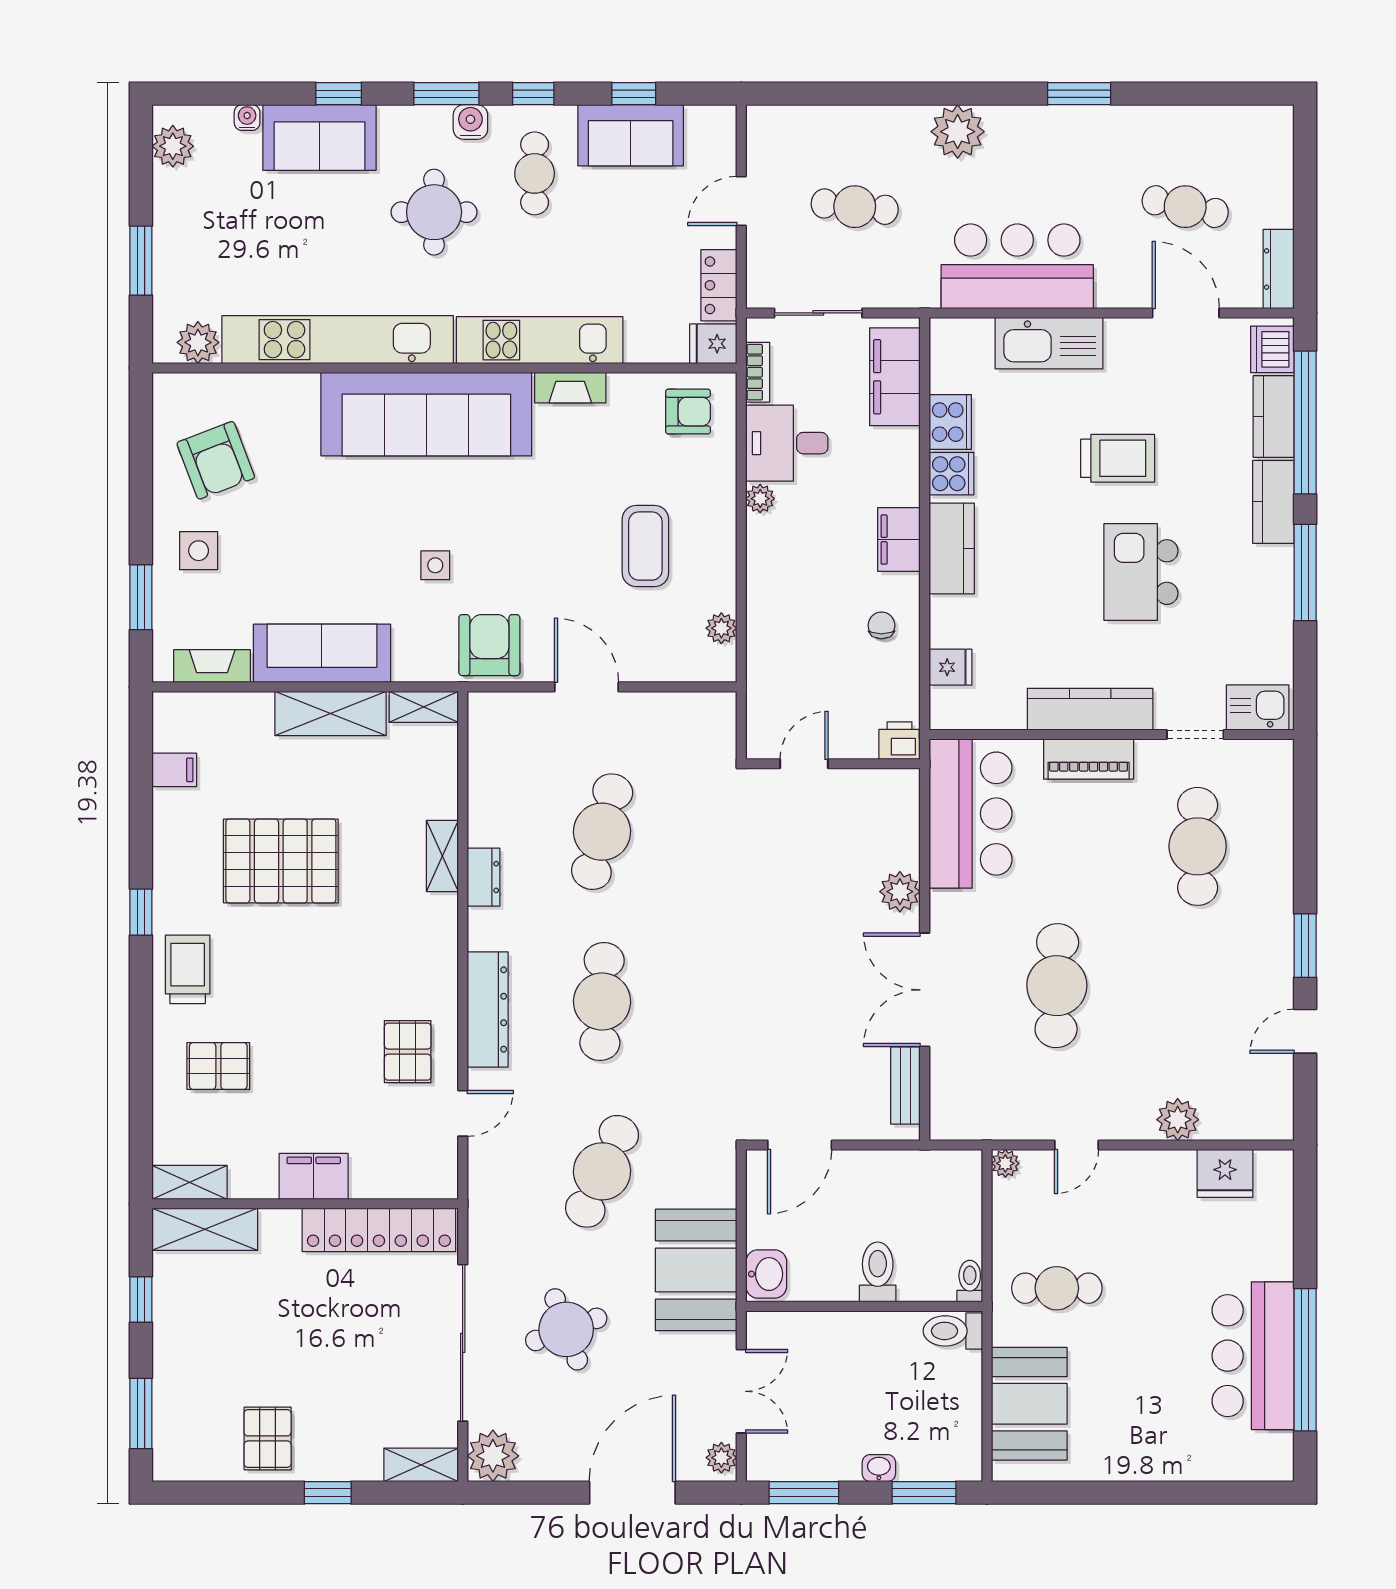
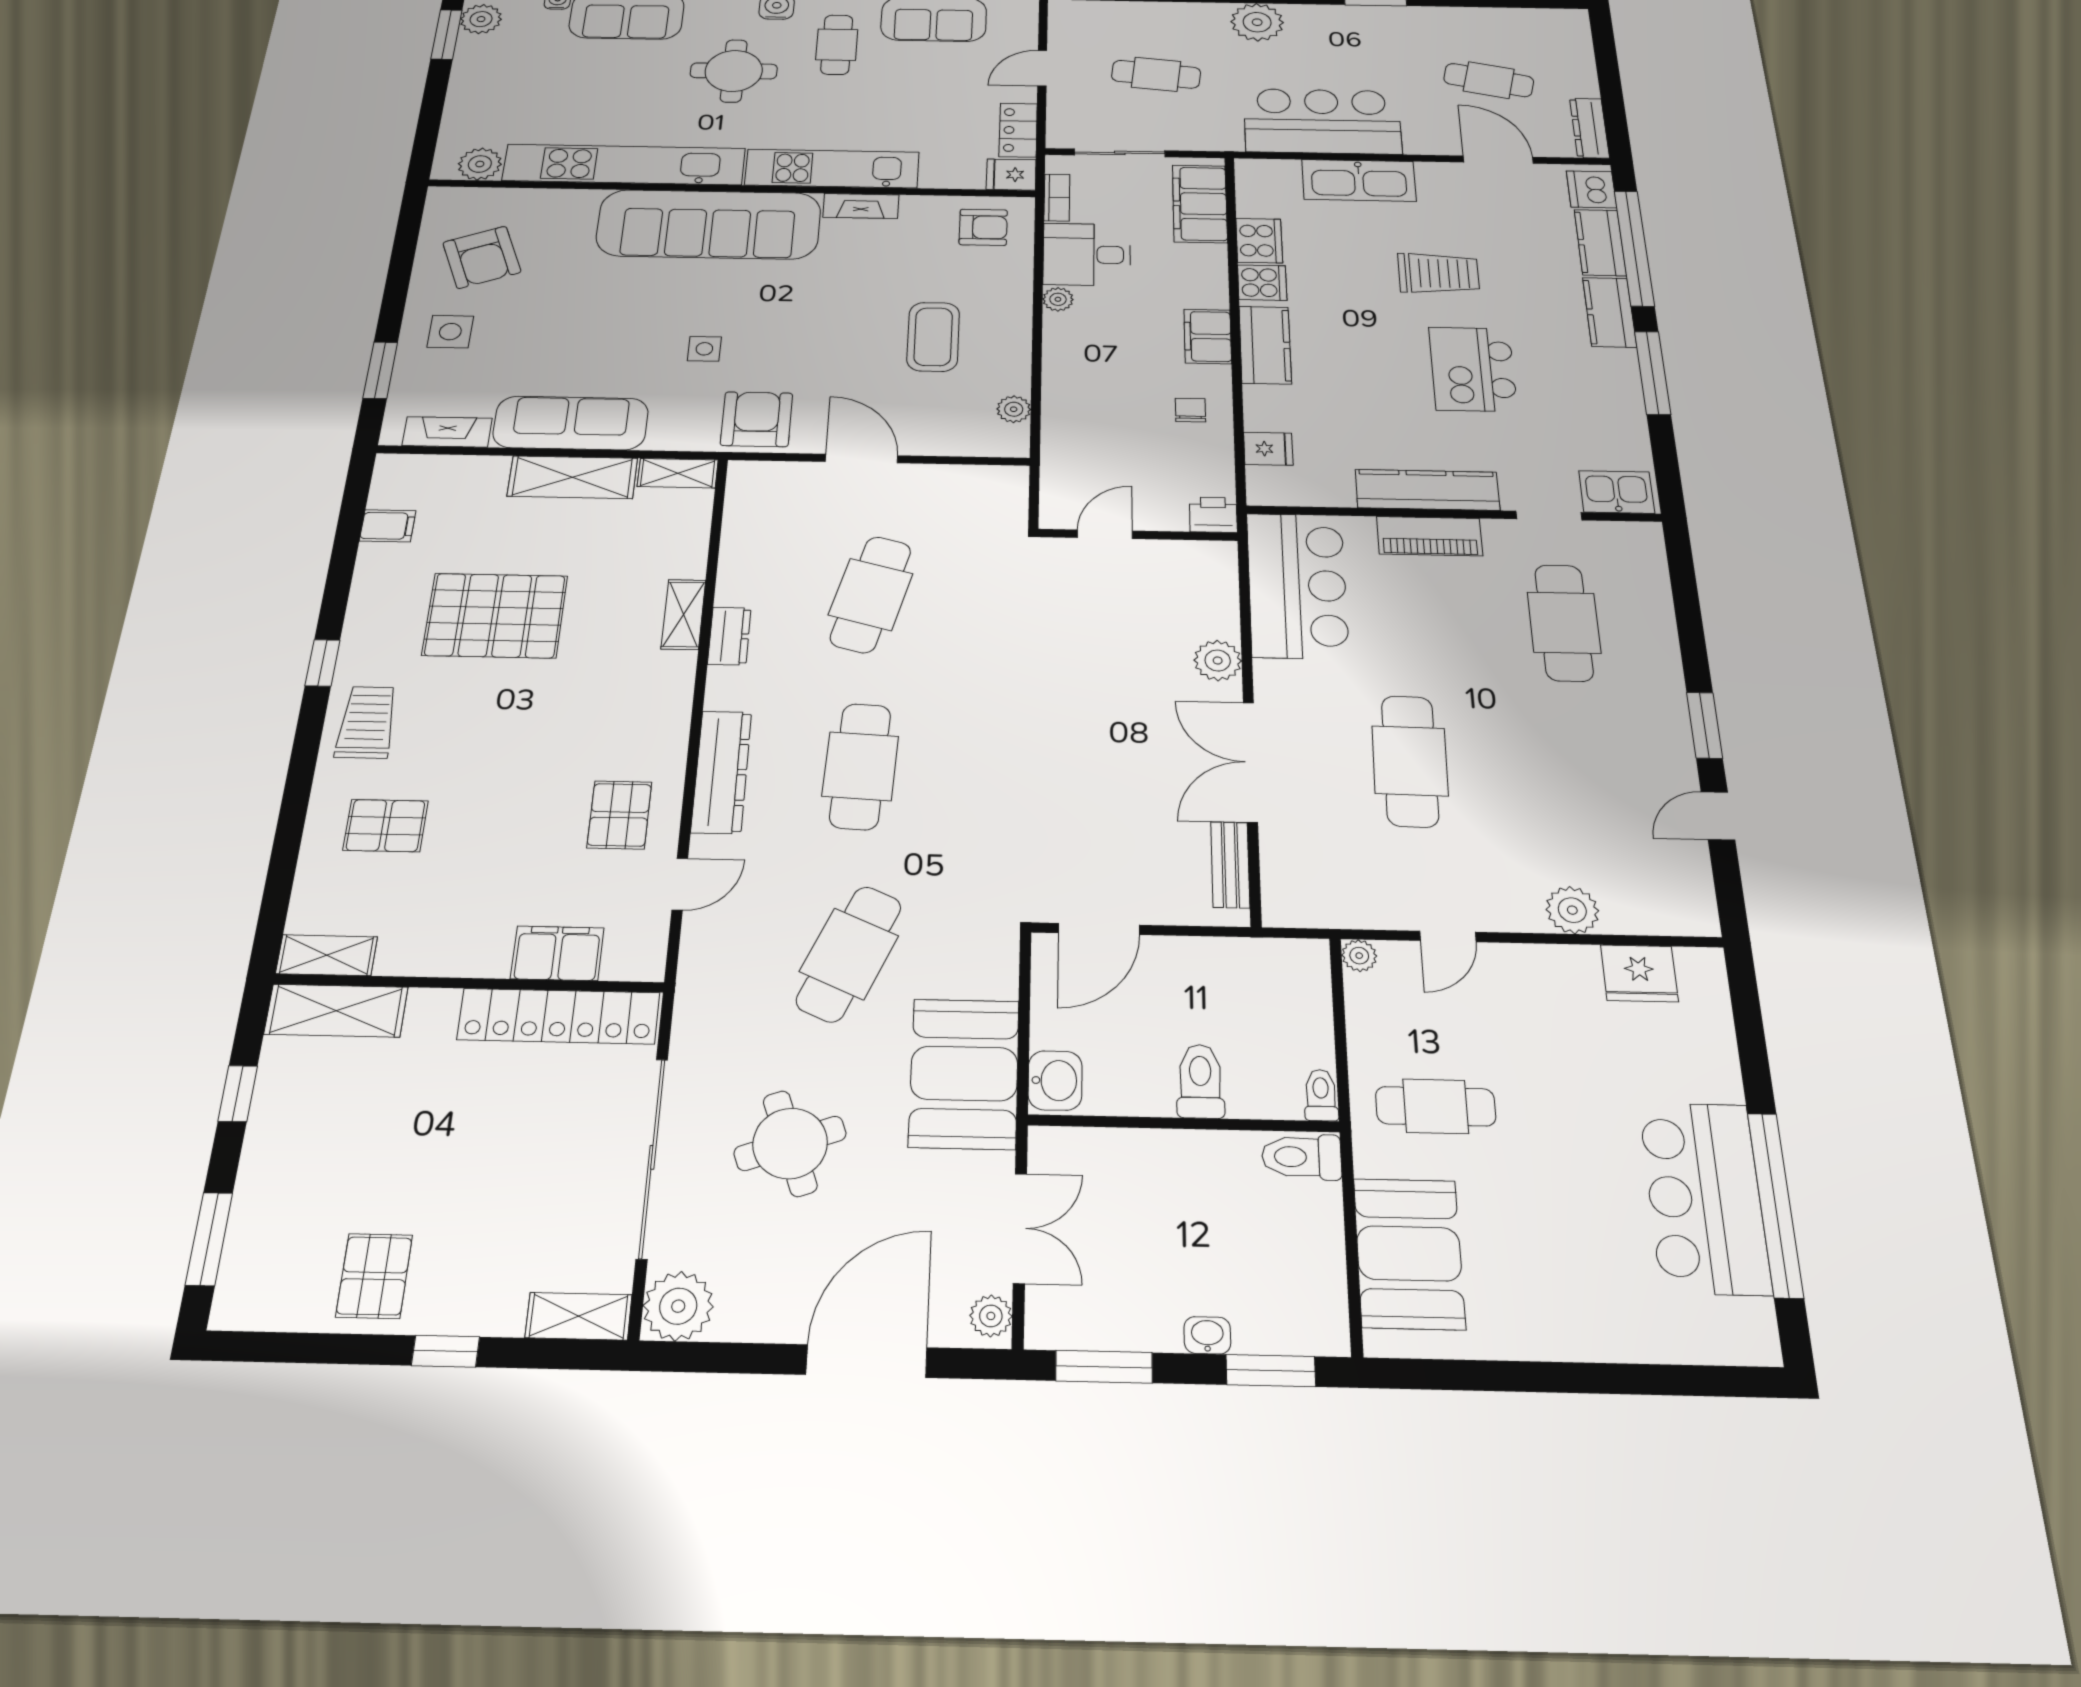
window: (141, 261) -> (446, 34), moved
filing cabinet: (314, 1176) -> (557, 953), moved

